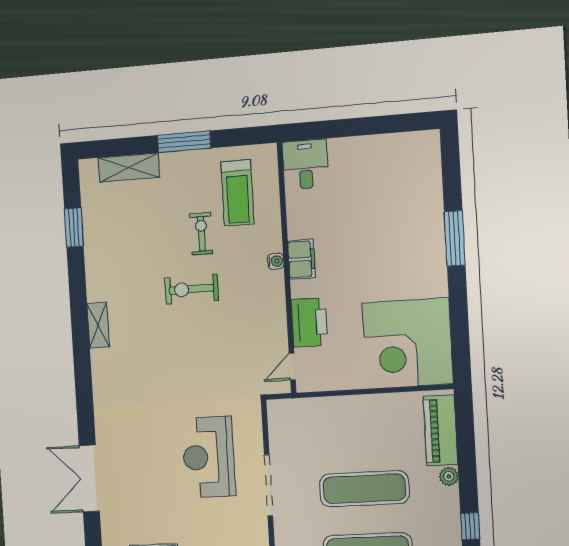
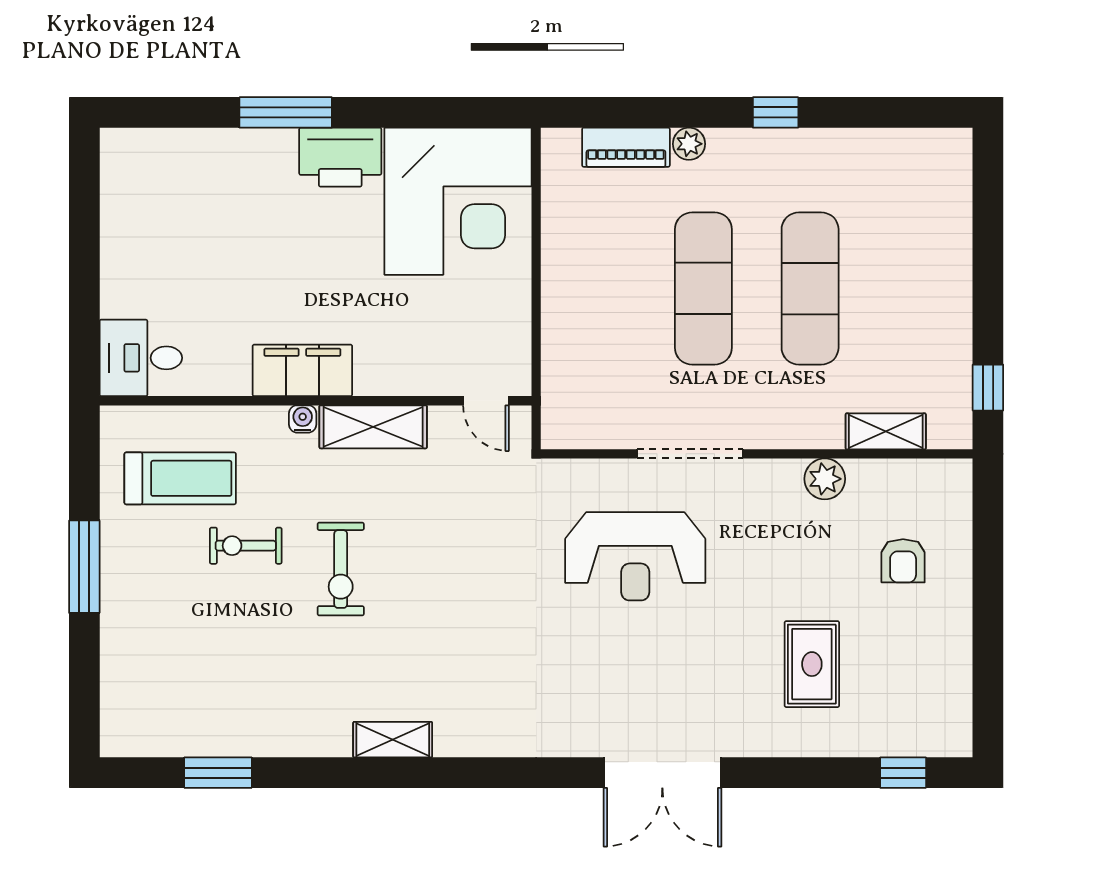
shelving: (129, 168) -> (373, 427), moved, turned 90
filing cabinet: (302, 259) -> (302, 370), width x1.50, depth x1.17
printer: (309, 322) -> (340, 157), moved, turned 180
piano: (440, 431) -> (626, 147), width x0.73, depth x0.75

